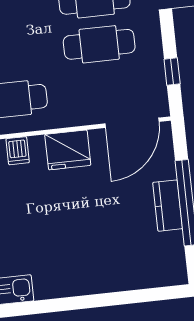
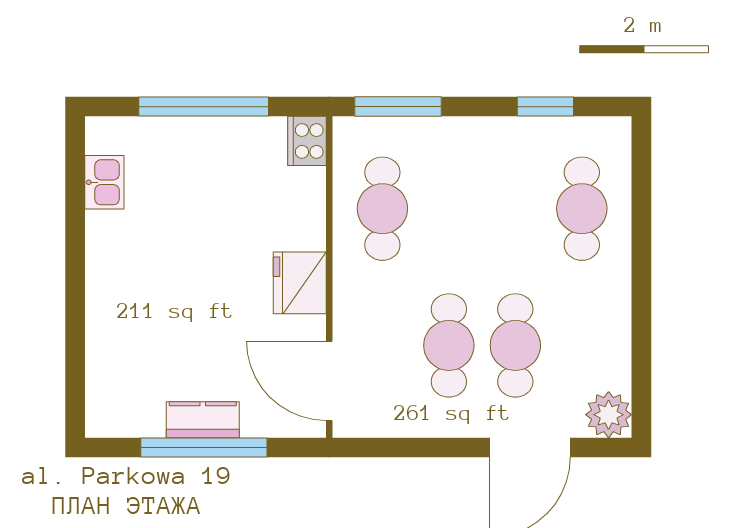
window: (172, 71) -> (398, 448), removed
dishwasher: (18, 151) -> (307, 210), removed

